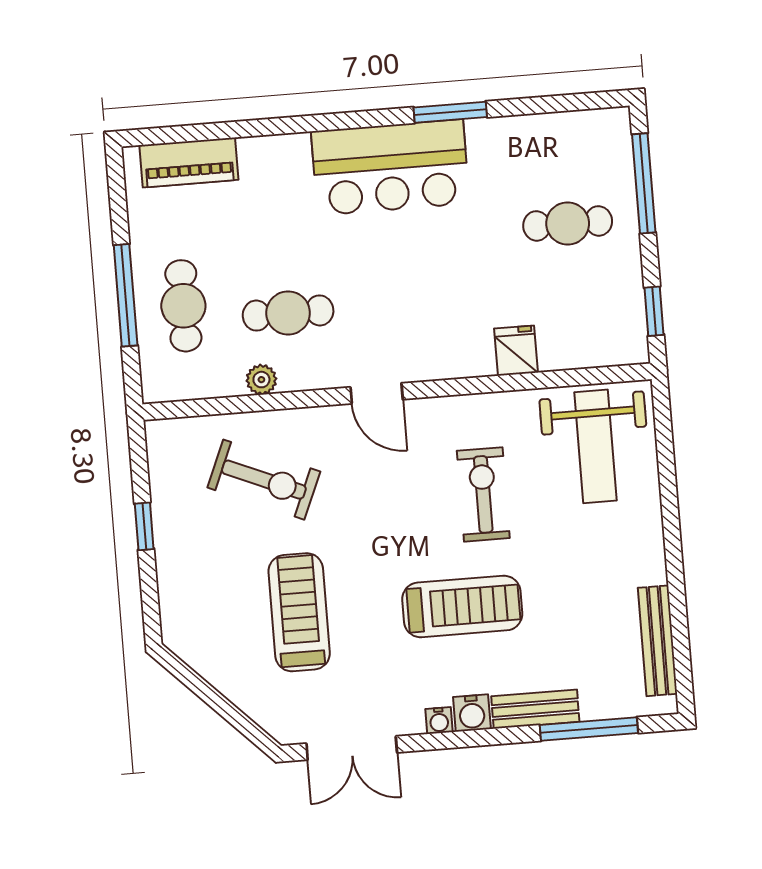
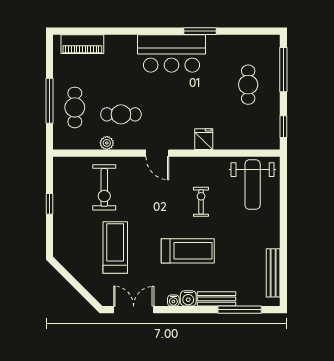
cafe table: (568, 223) -> (248, 85), turned 90
fridge: (516, 351) -> (204, 139), moved
exercise bike: (264, 480) -> (104, 187), turned 67
exercise bike: (483, 494) -> (201, 202), width x0.73, depth x0.72
double door: (352, 748) -> (134, 310), swing flipped

